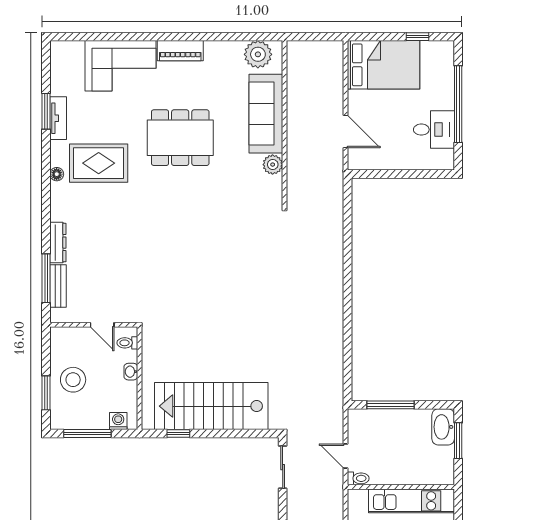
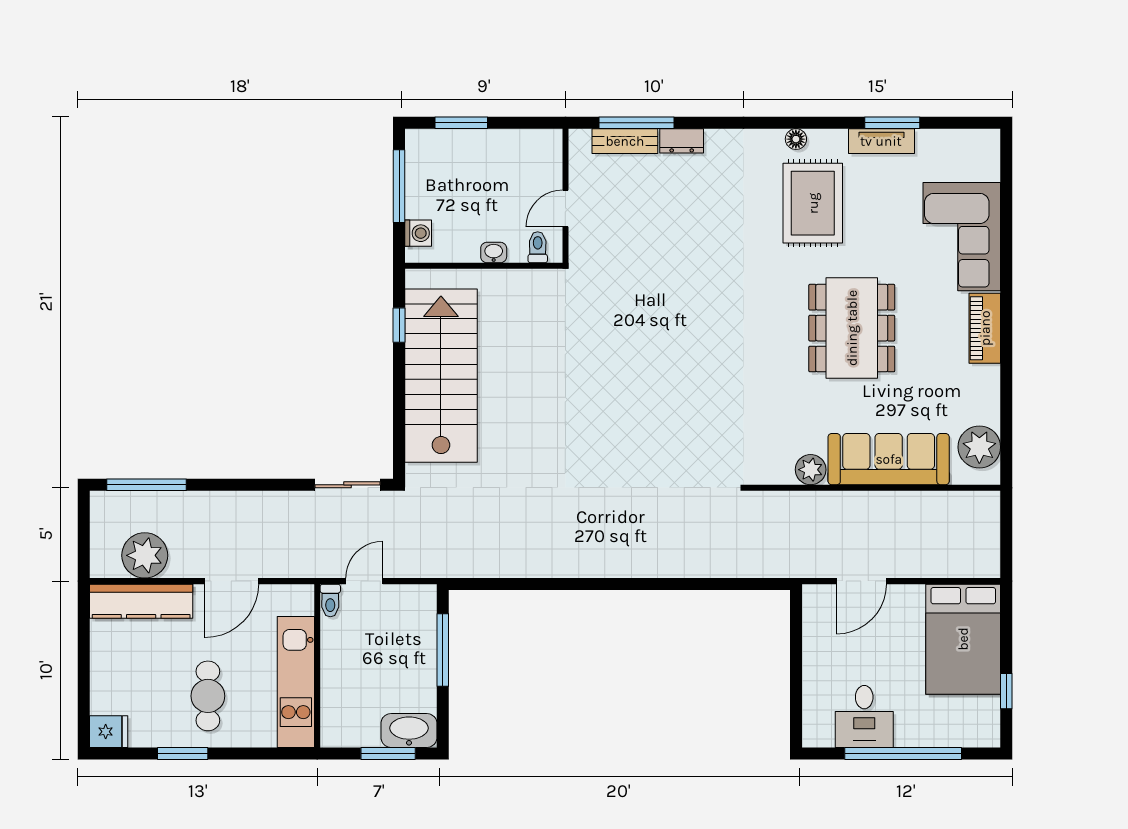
dresser: (58, 243) -> (682, 141), width x0.70
stool: (73, 380) -> (481, 164), removed

